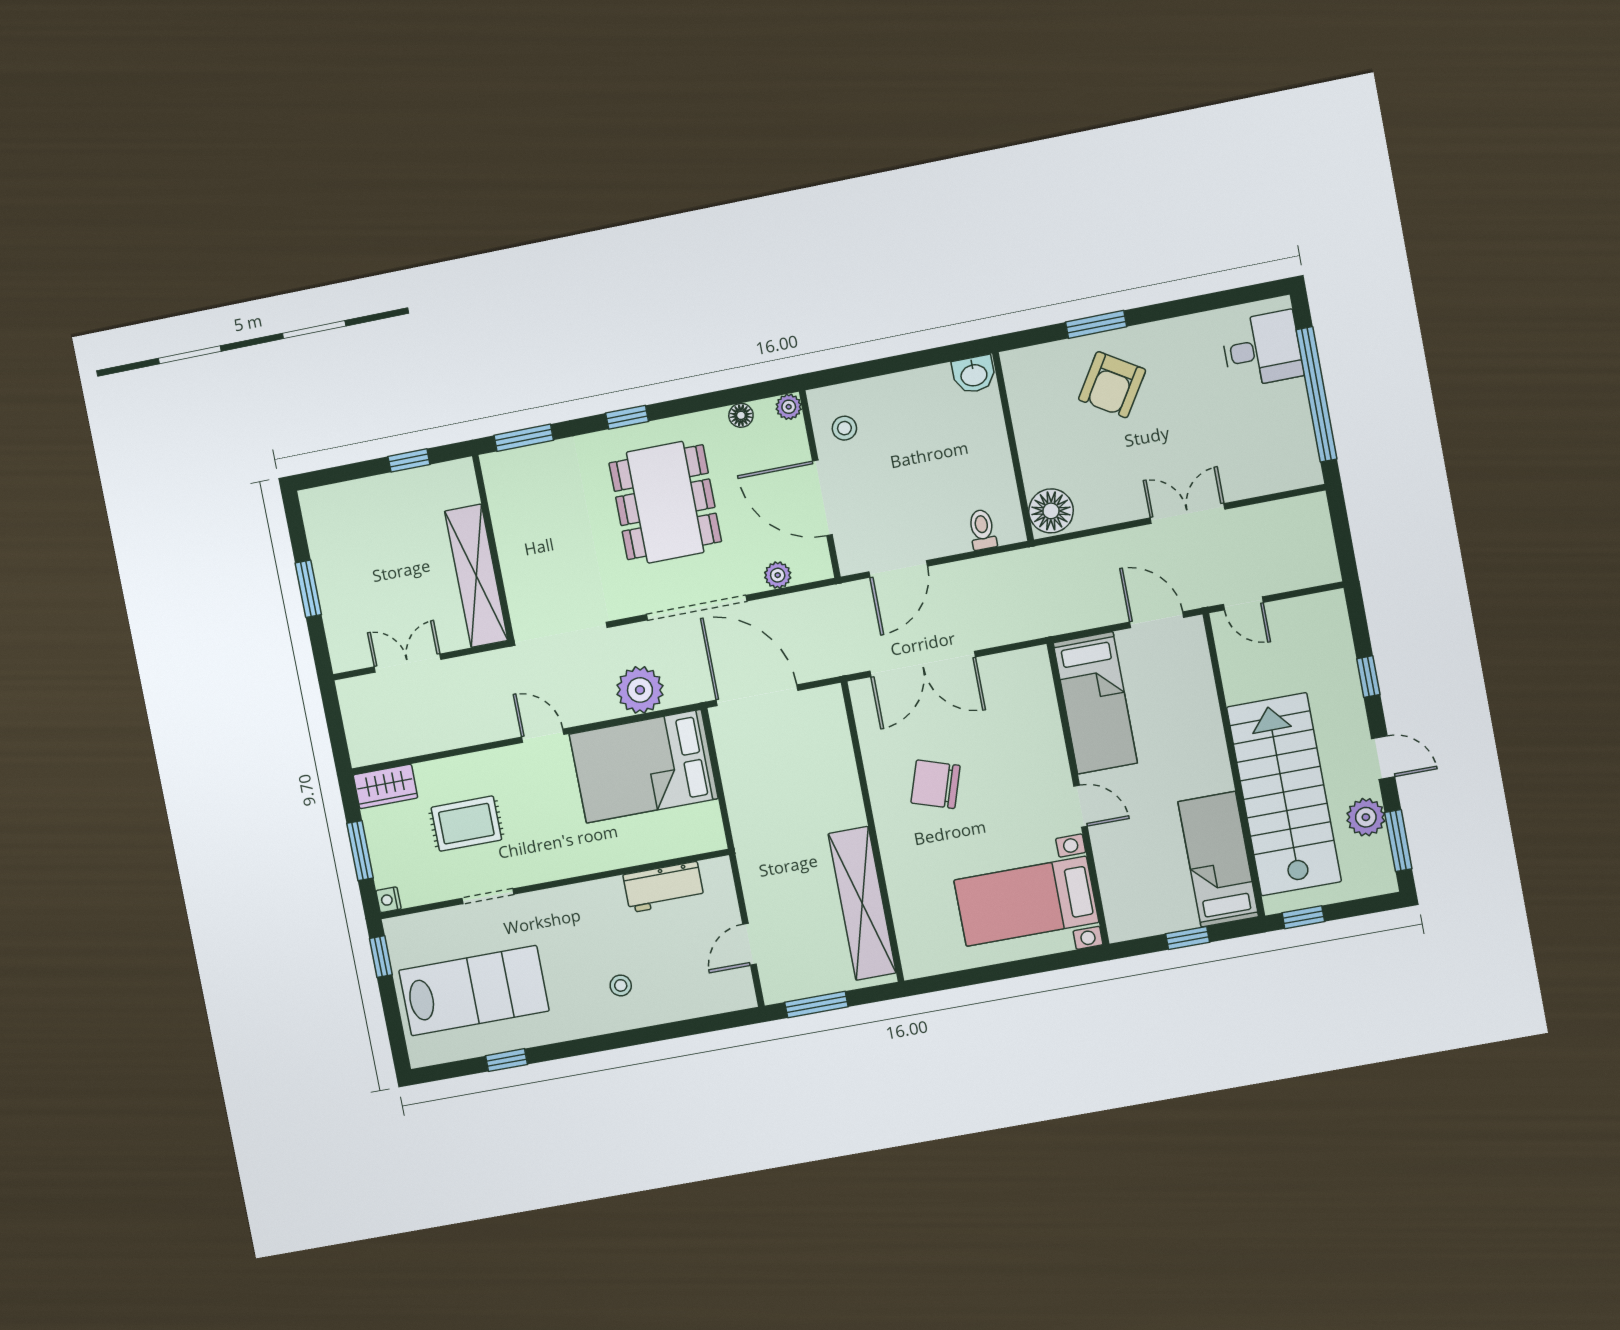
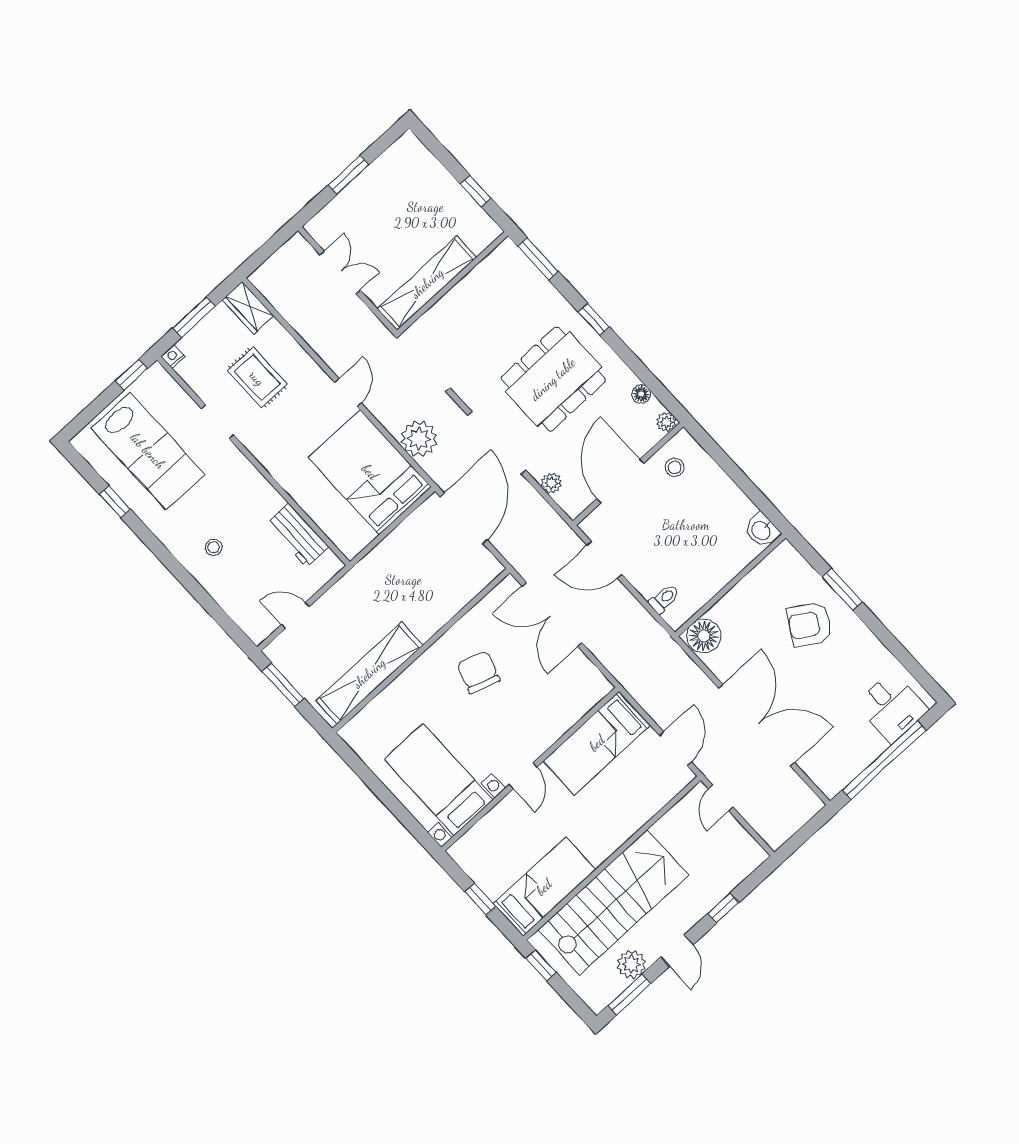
double door: (1187, 513) -> (757, 725), width x1.87

